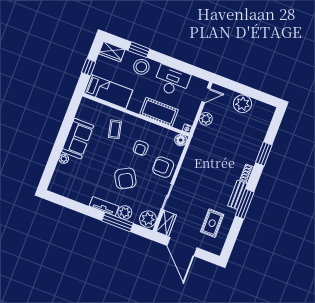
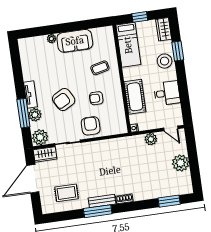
desk: (172, 81) -> (167, 93), width x0.73
floor lamp: (181, 140) -> (121, 128), removed
window: (264, 154) -> (169, 201), moved

